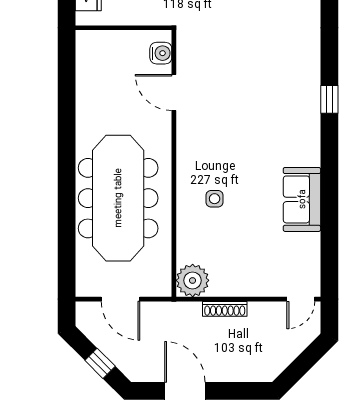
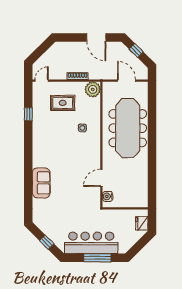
door: (174, 92) -> (101, 178), swing flipped
window: (329, 99) -> (28, 114), moved
sofa: (302, 199) -> (41, 183), moved
rug: (256, 252) -> (63, 103), added

